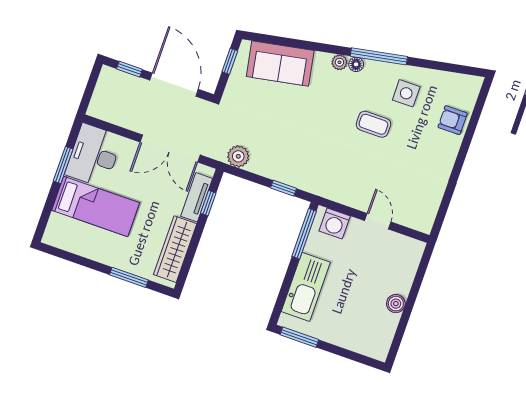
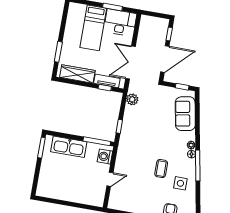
boiler: (396, 304) -> (68, 196), removed

